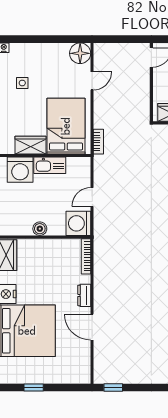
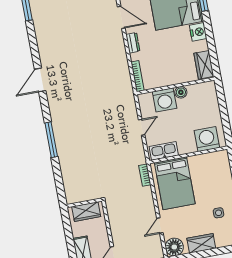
wardrobe: (31, 145) -> (201, 243), moved, turned 180
kitchen sink: (50, 165) -> (164, 151), moved
washing machine: (78, 223) -> (165, 100), moved, turned 90

